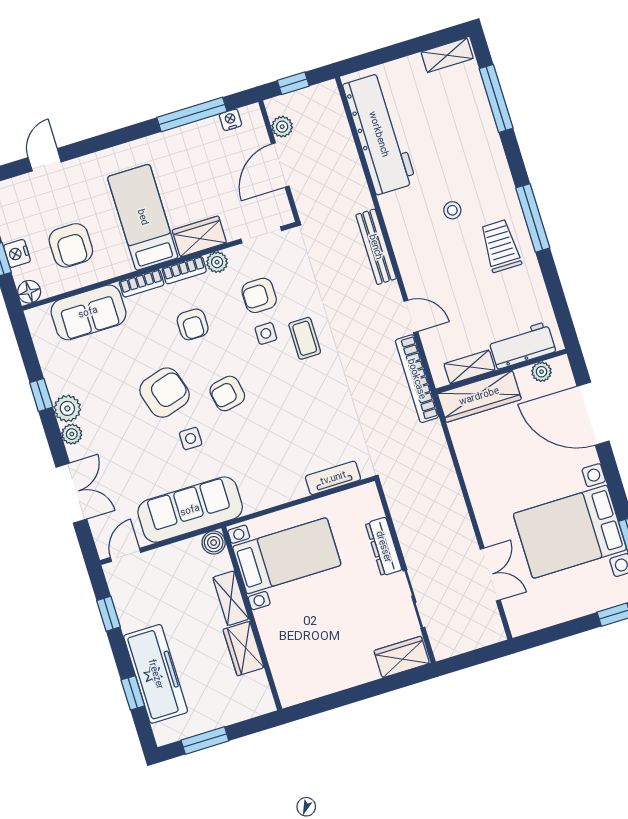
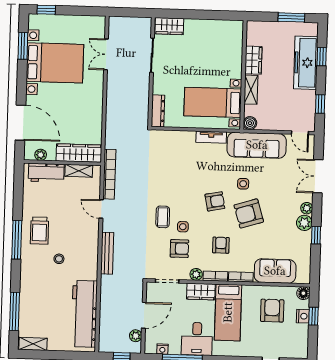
desk: (179, 156) -> (197, 339), added
tv unit: (333, 478) -> (211, 137), moved
dresser: (384, 547) -> (158, 111), moved
door: (126, 555) -> (300, 133), hinge flipped

